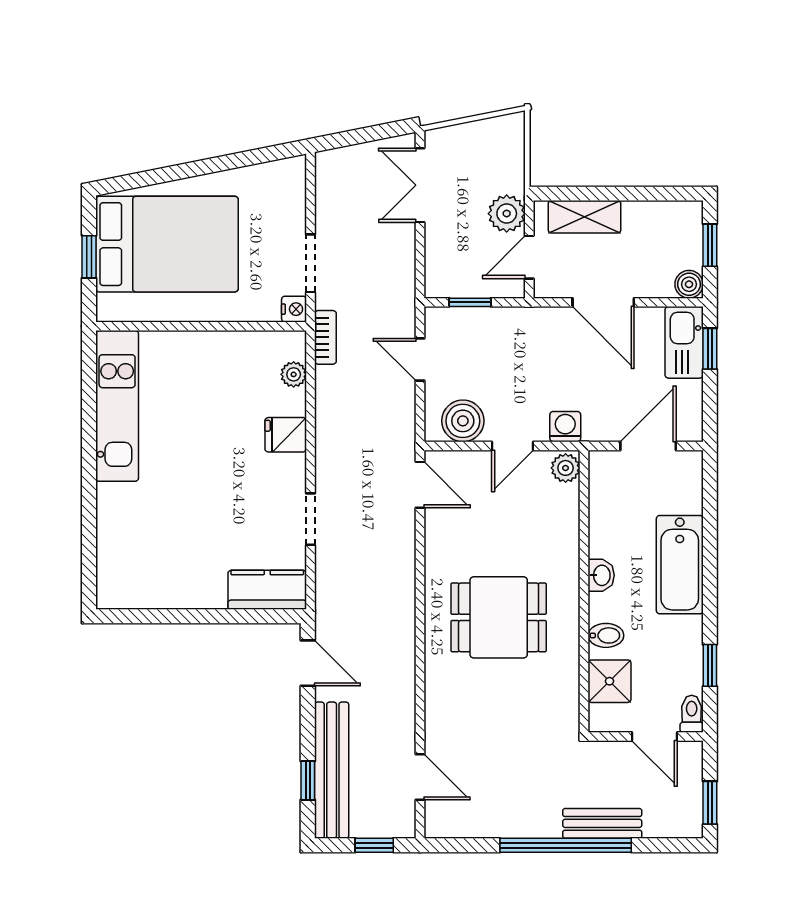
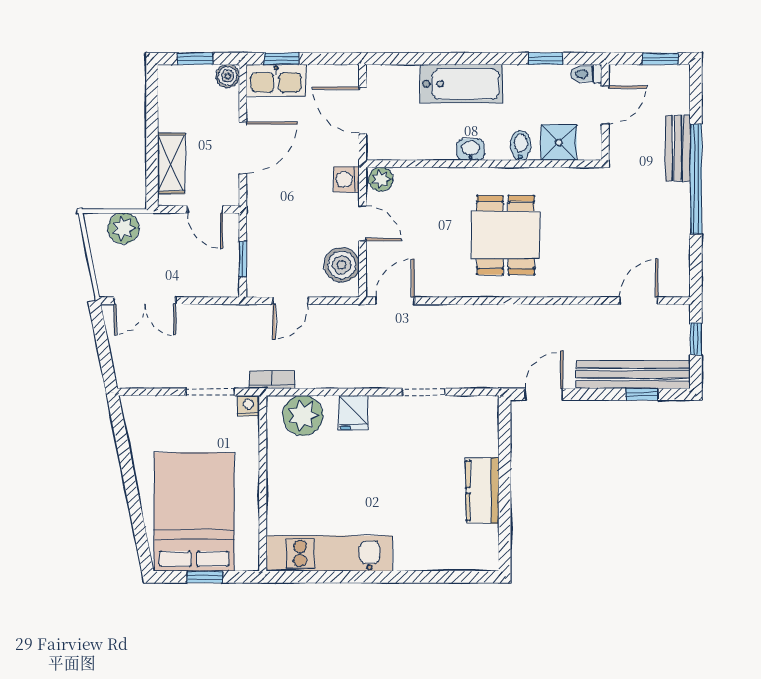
plant: (507, 214) -> (123, 228), moved
plant: (294, 374) -> (303, 415), width x1.88, depth x1.88
kitchen counter: (267, 590) -> (483, 491), moved

